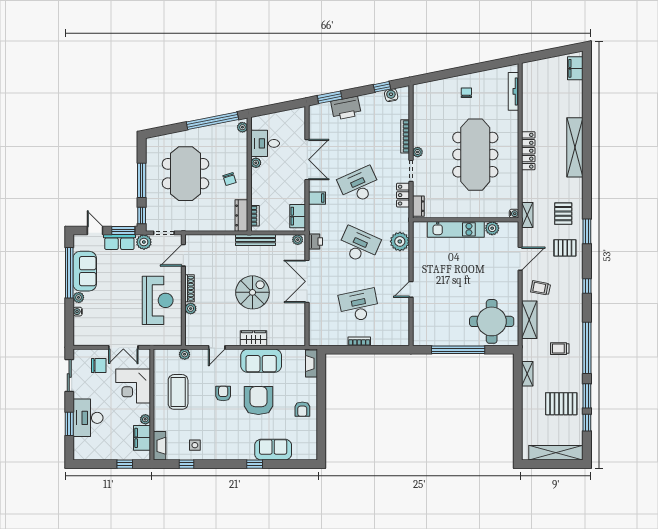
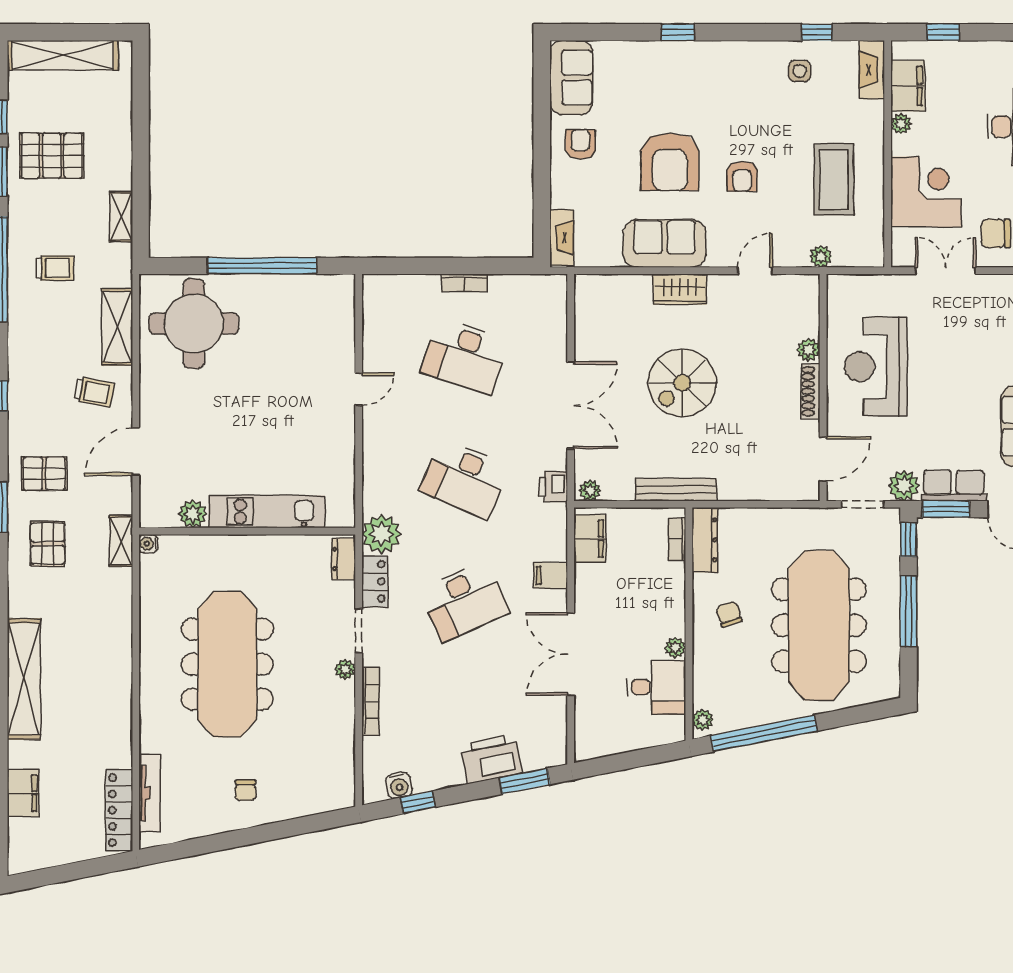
filing cabinet: (575, 68) -> (23, 793), moved
locker: (528, 151) -> (119, 810), moved
meeting table: (185, 174) -> (819, 625), width x1.36
plant: (400, 241) -> (381, 534), moved
desk: (359, 305) -> (465, 356), turned 30
sofa: (273, 450) -> (571, 77), moved, turned -90

